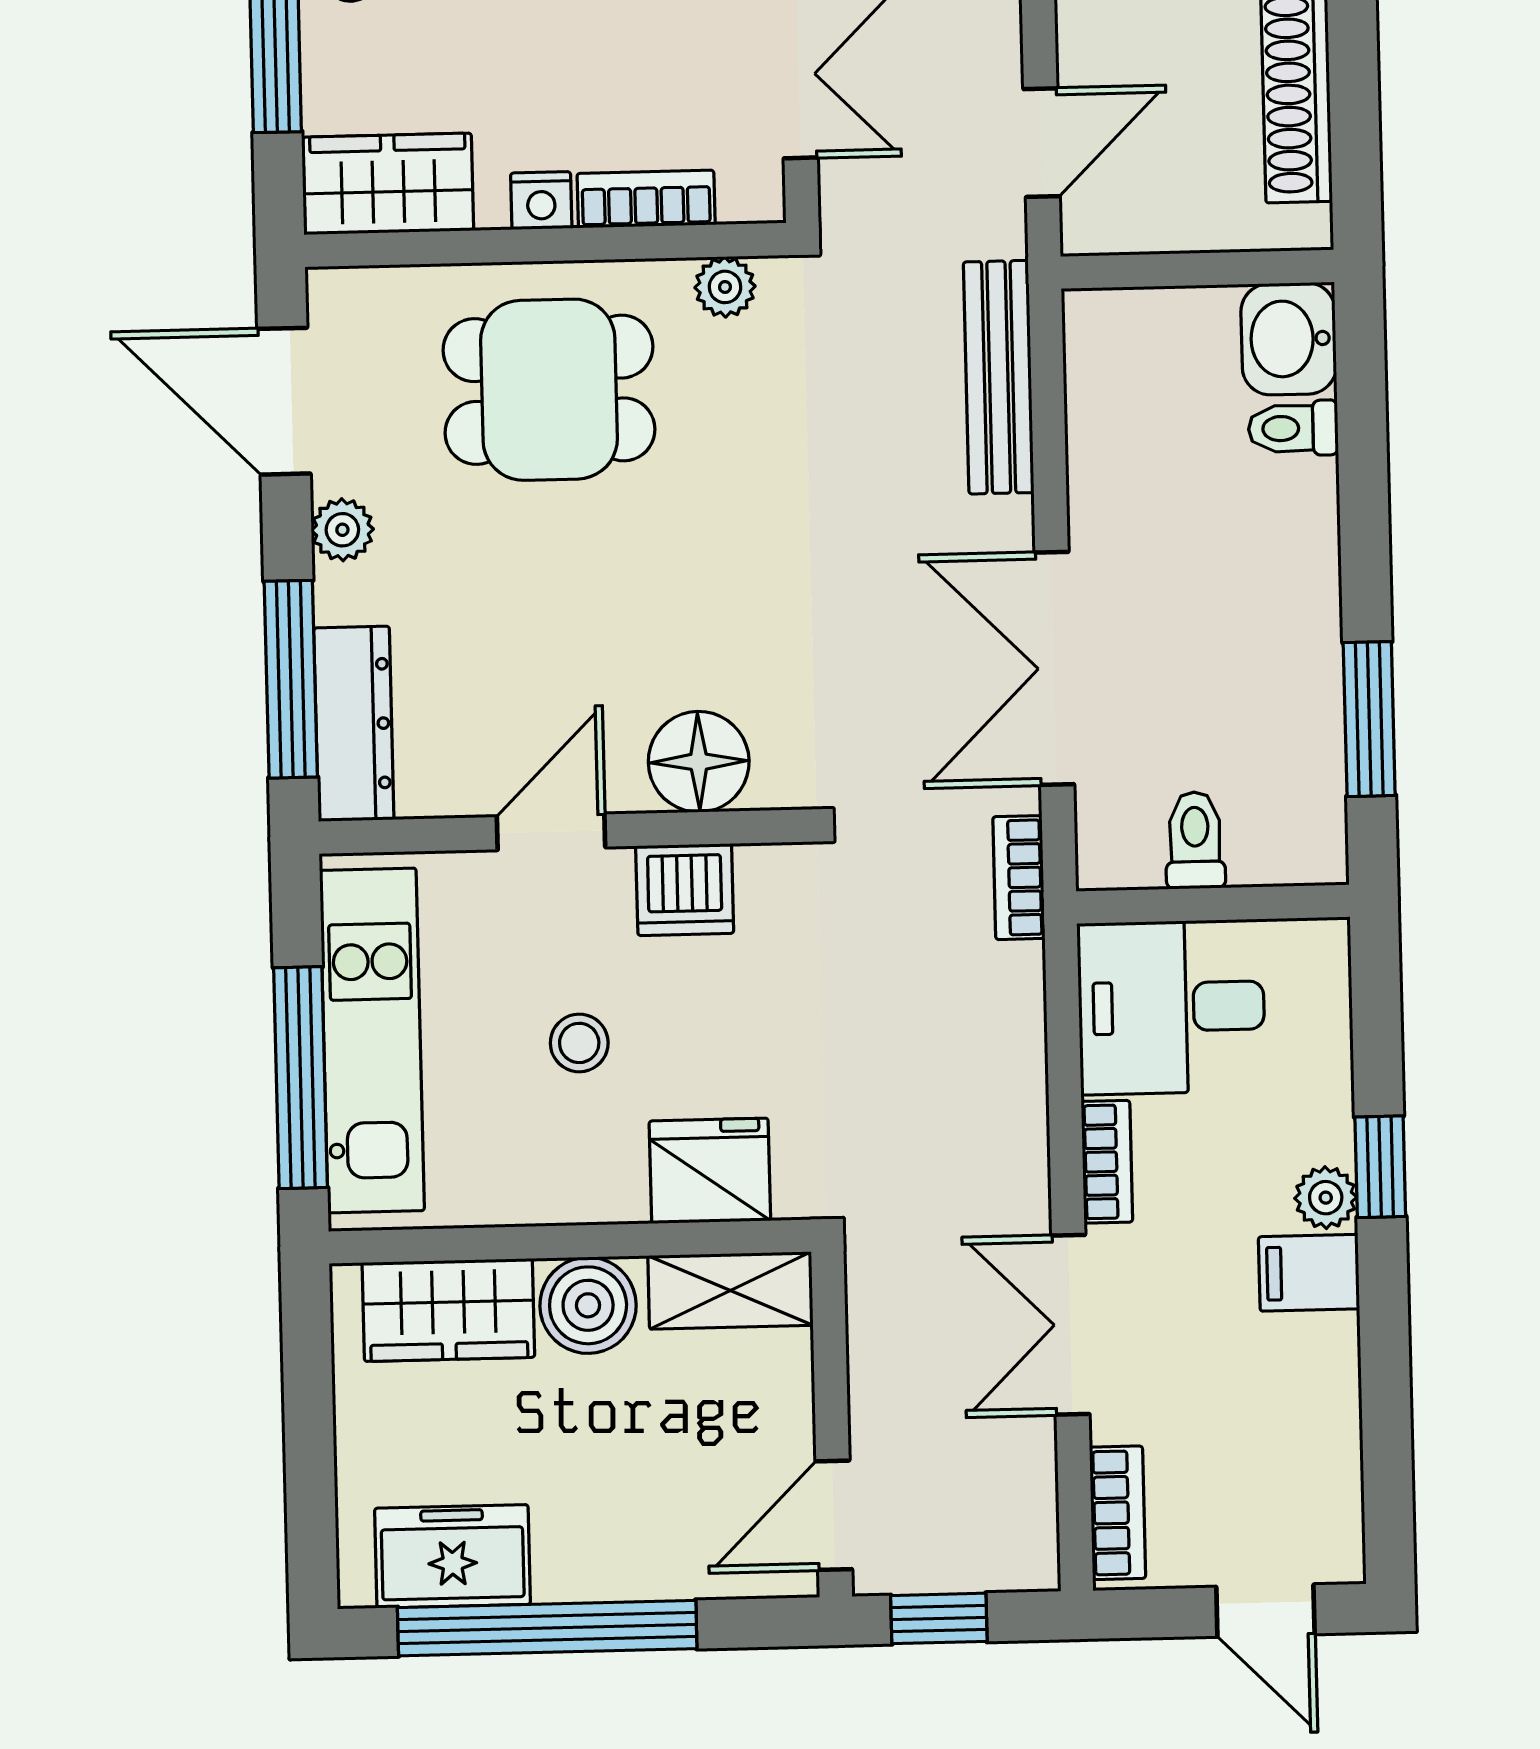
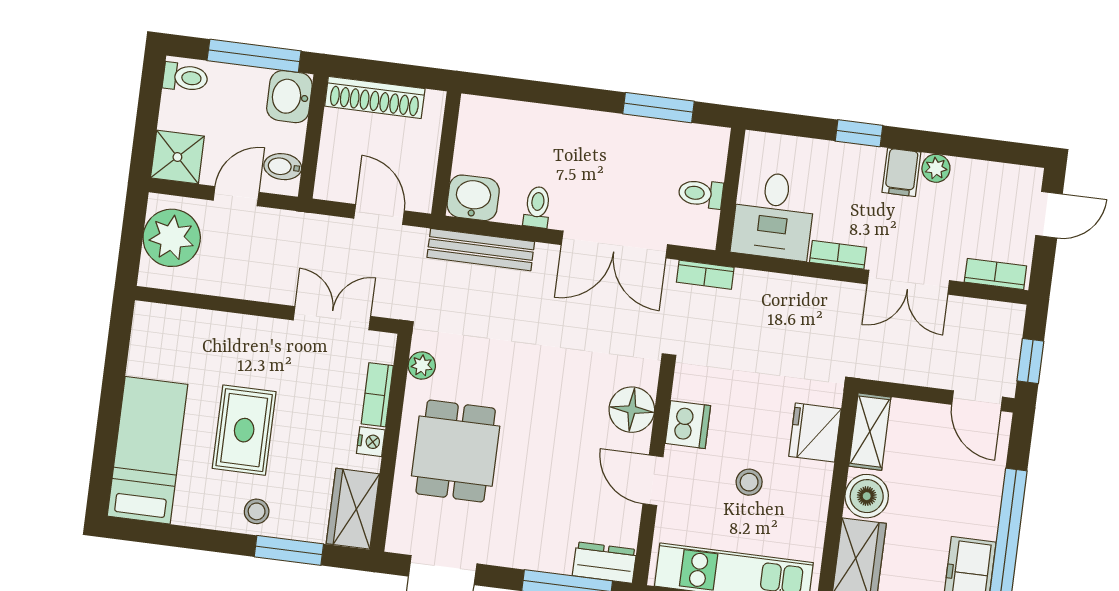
washbasin: (1289, 339) -> (473, 198), moved, turned 180
toilet: (1293, 428) -> (537, 207), moved, turned 180
plant: (342, 530) -> (504, 553), removed
dresser: (354, 724) -> (605, 563), width x0.70
plant: (1326, 1198) -> (936, 168), moved

